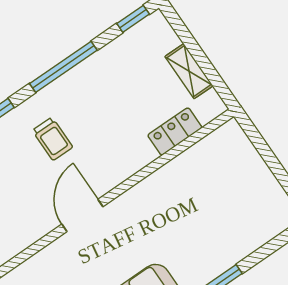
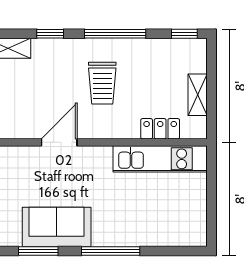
trolley: (53, 139) -> (102, 83), moved, width x1.36, depth x1.39
kitchen unit: (196, 162) -> (160, 159), added

